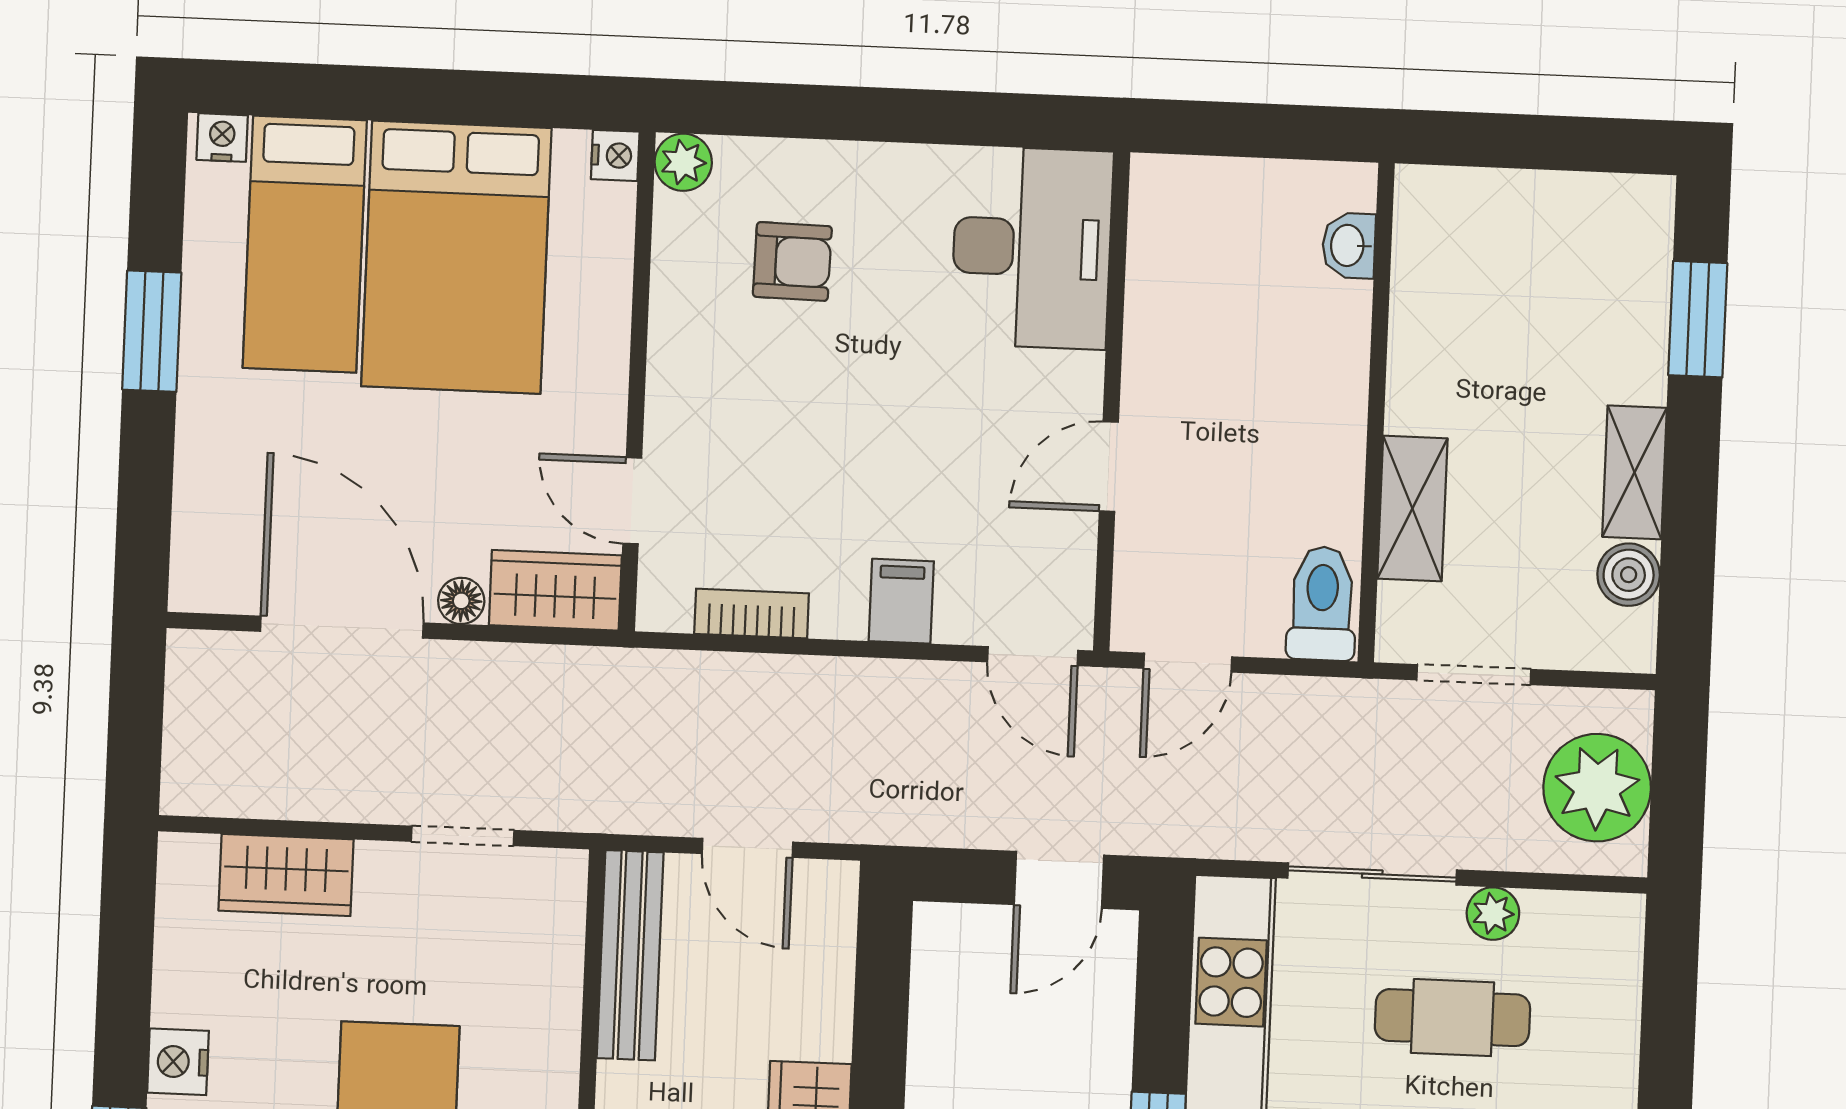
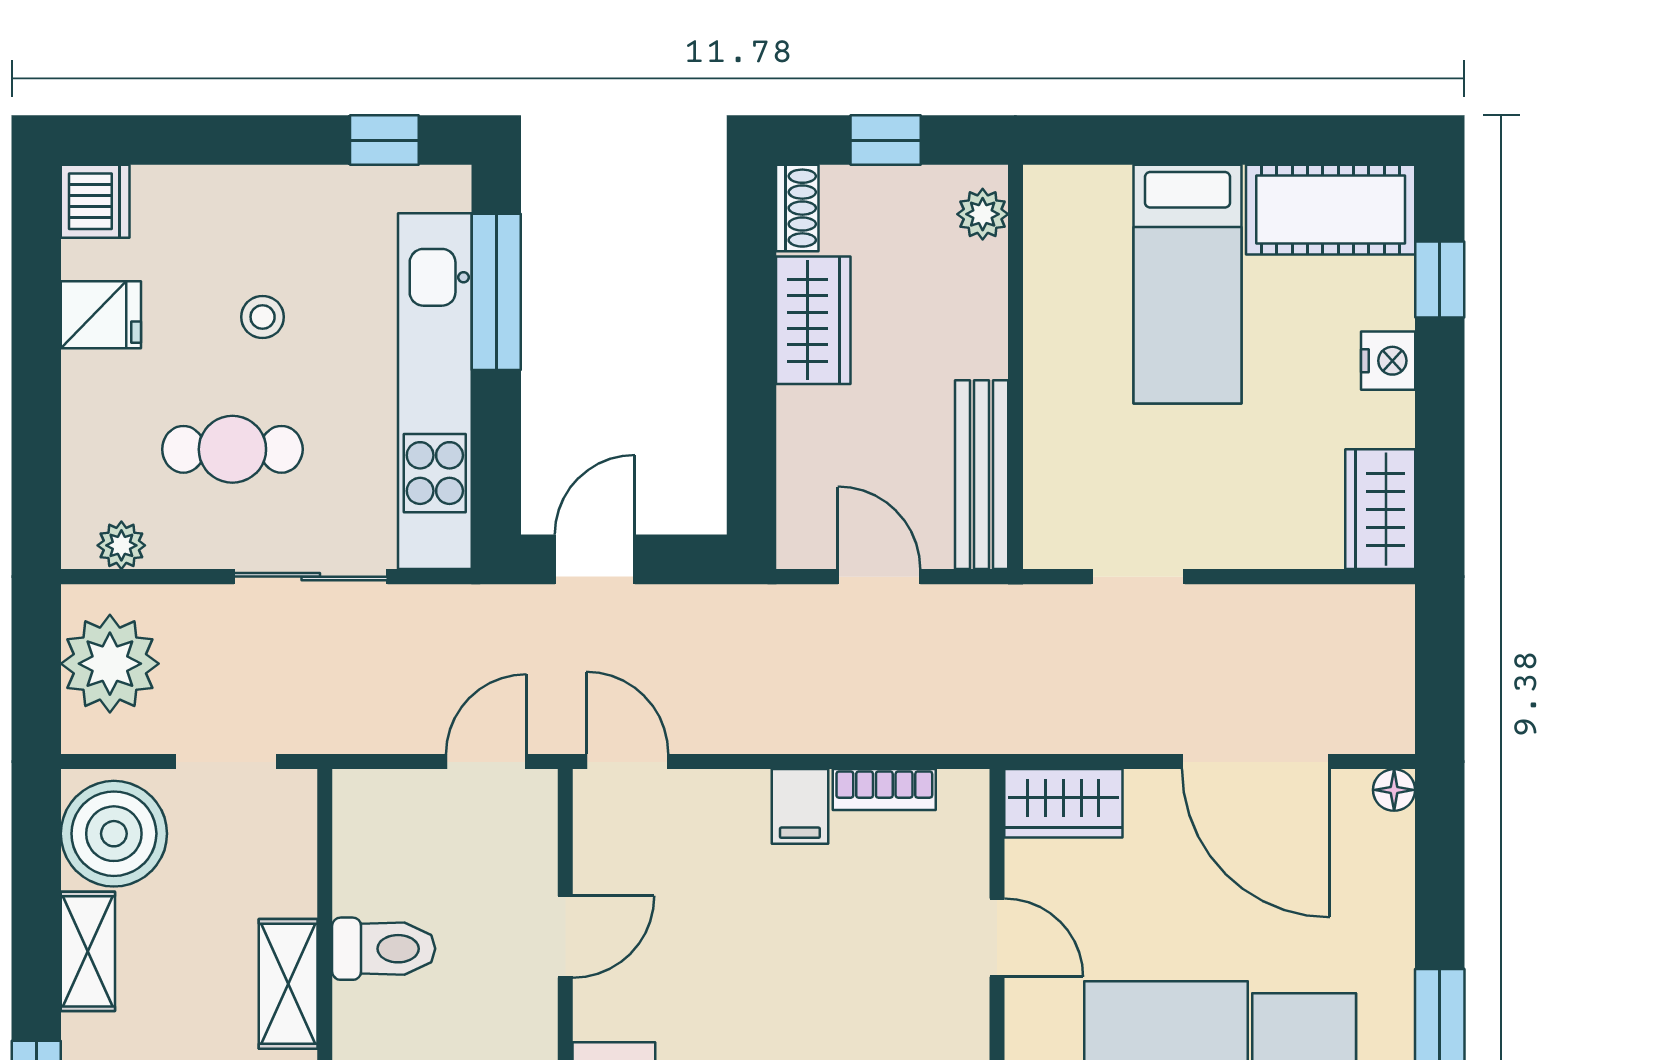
door: (632, 501) -> (997, 938), moved
shelving: (1412, 508) -> (288, 984), moved
boiler: (1629, 575) -> (114, 834), width x1.86, depth x1.86
floor lamp: (461, 601) -> (1394, 790), moved
filing cabinet: (901, 601) -> (800, 806), moved
toilet: (1322, 603) -> (384, 949), moved, turned -90
wardrobe: (286, 875) -> (1380, 509), moved, turned -90
plant: (1493, 914) -> (121, 545), moved

